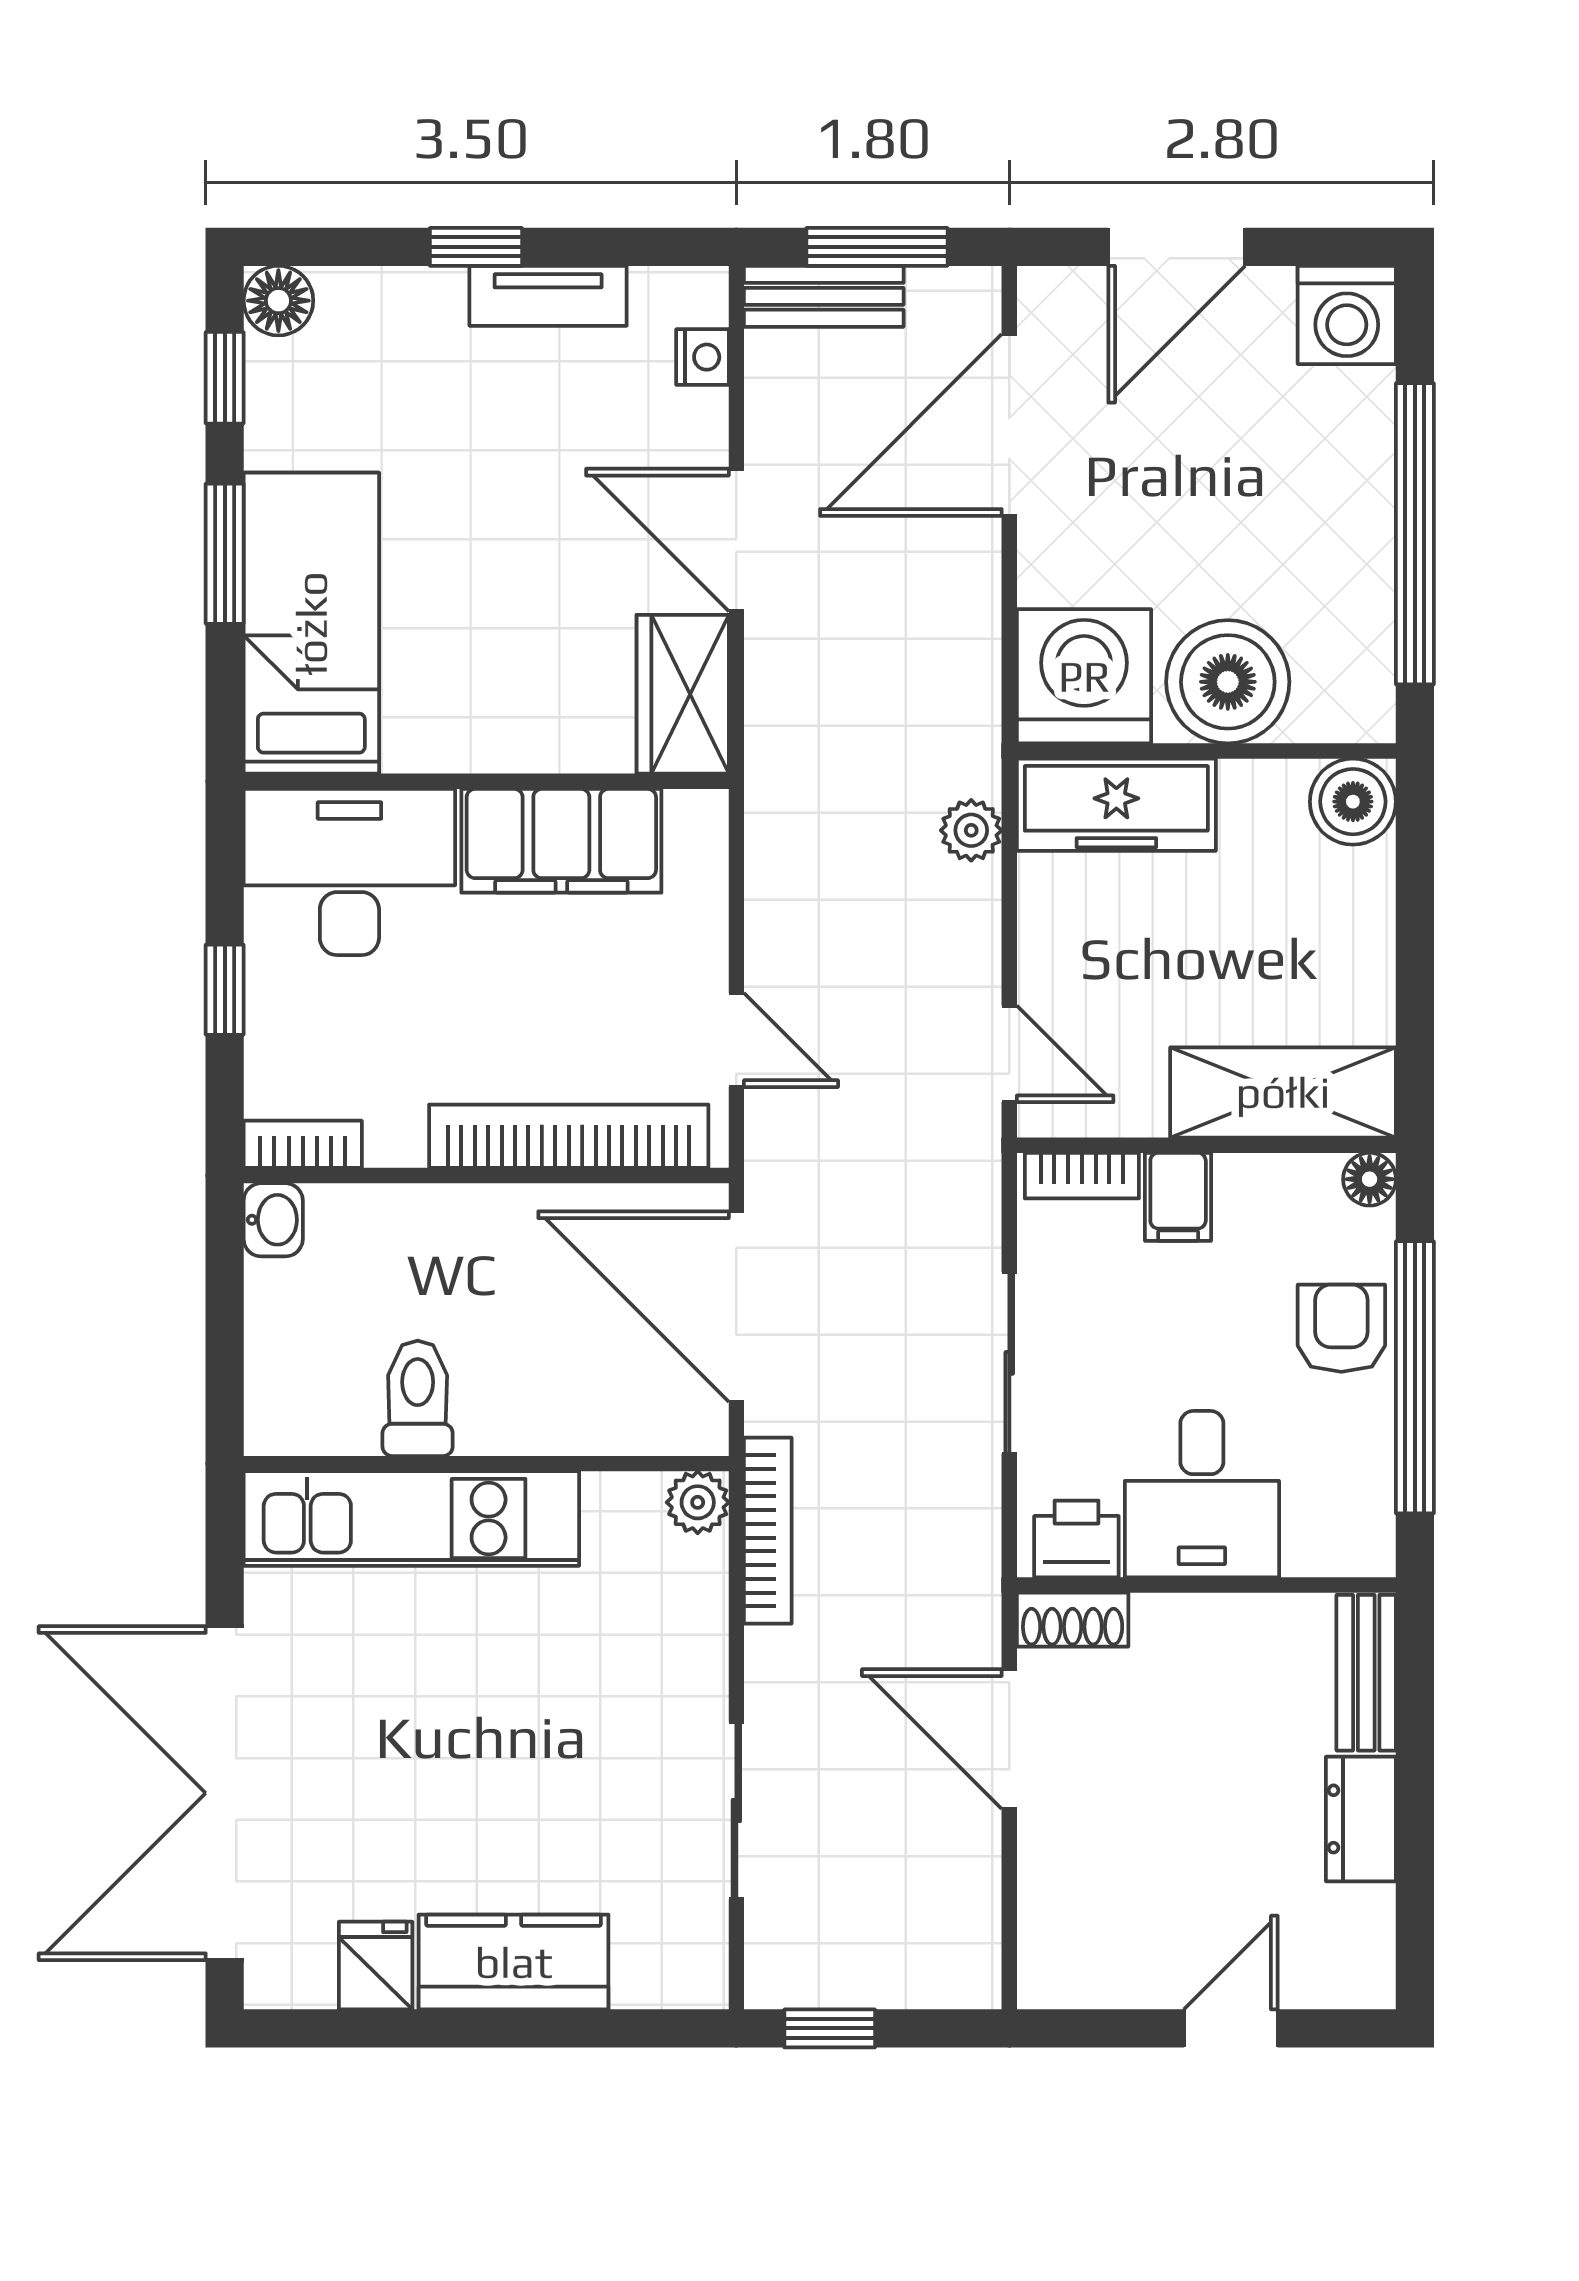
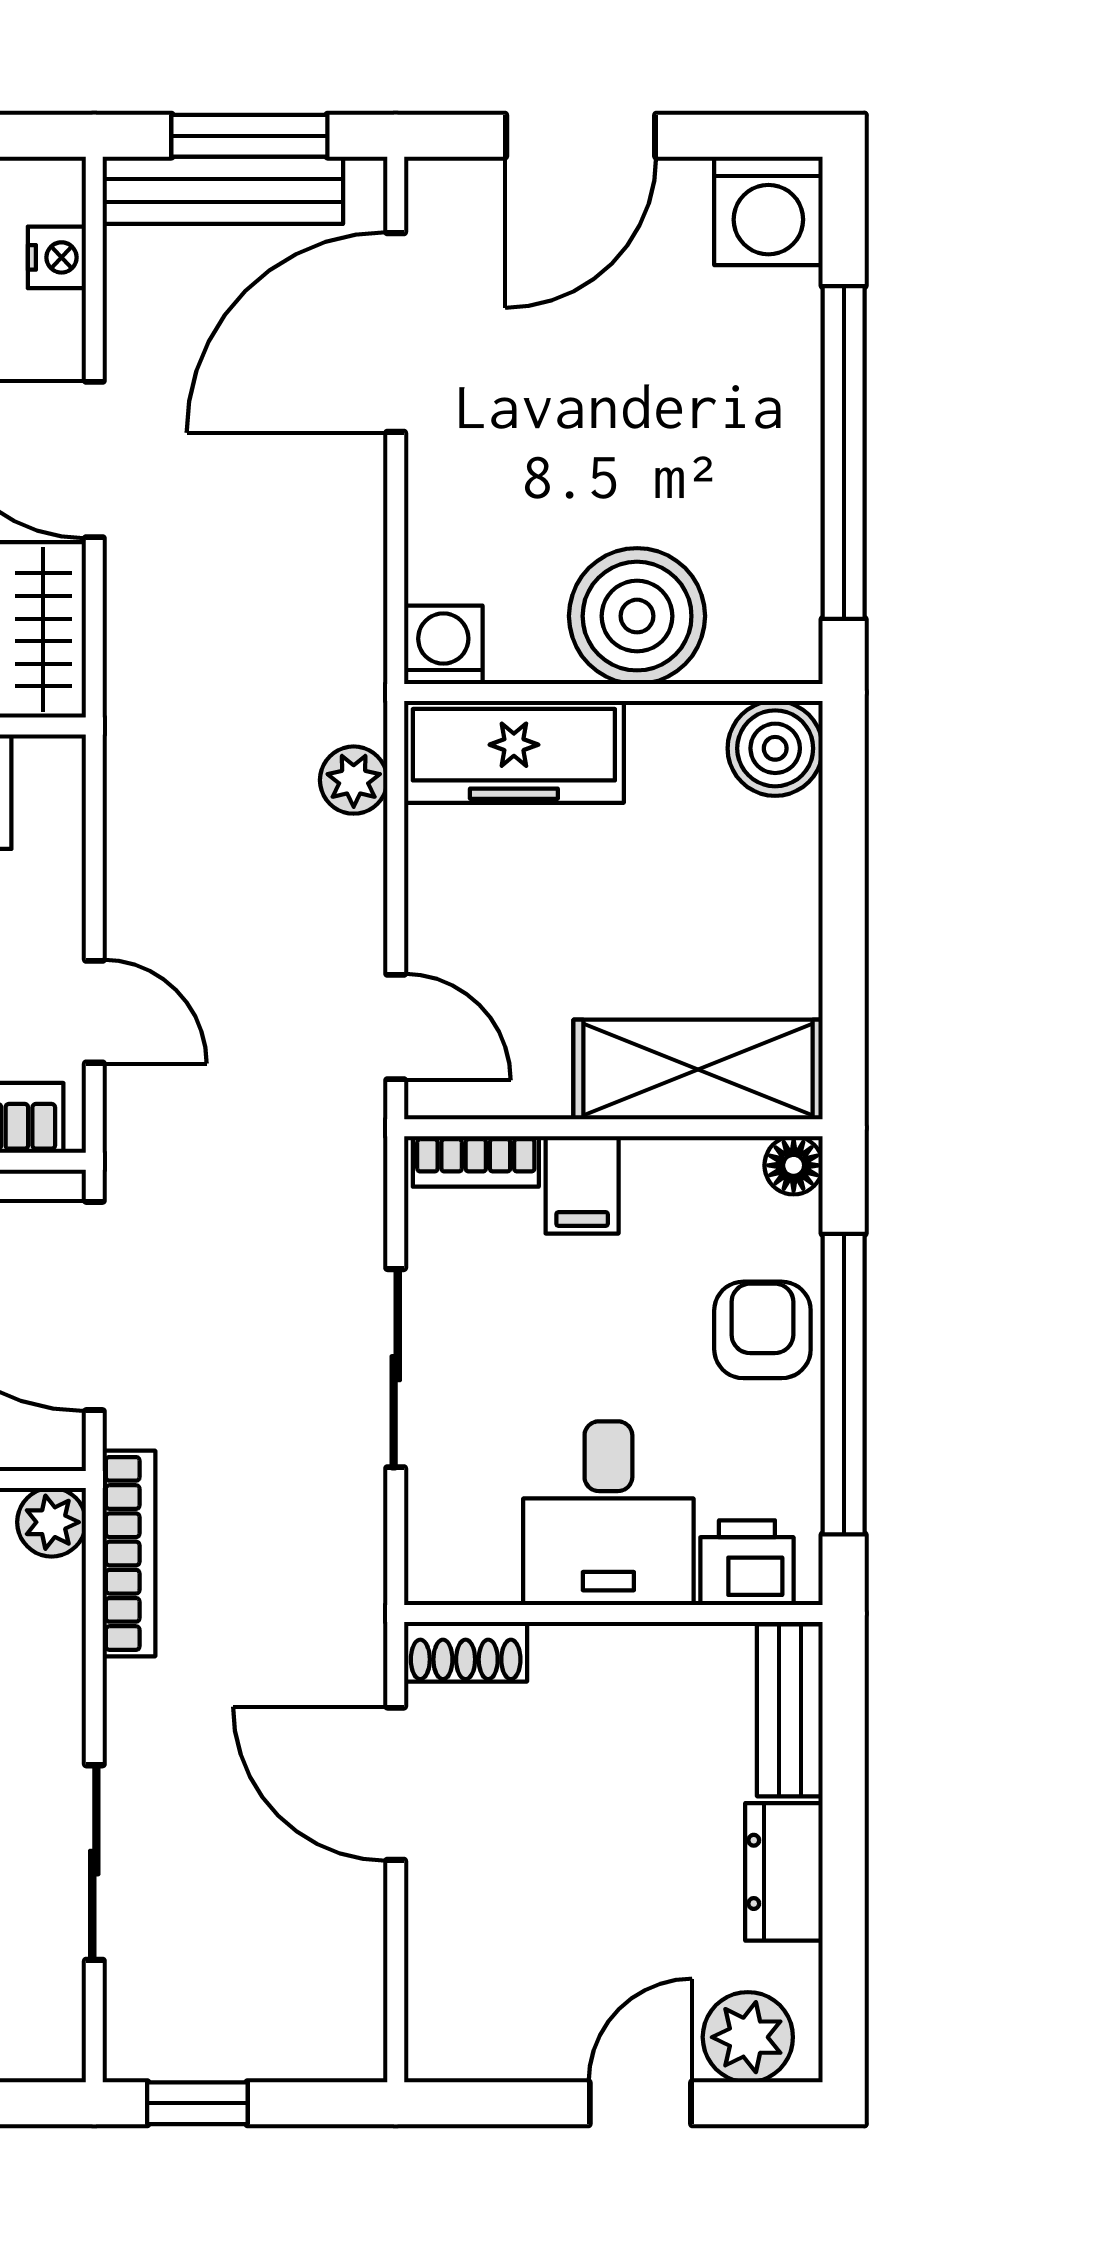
bench: (824, 296) -> (223, 190), width x1.36
washing machine: (1084, 676) -> (443, 645), width x0.53, depth x0.53
printer: (1076, 1539) -> (747, 1563), moved
plant: (1328, 1969) -> (748, 2037), added

